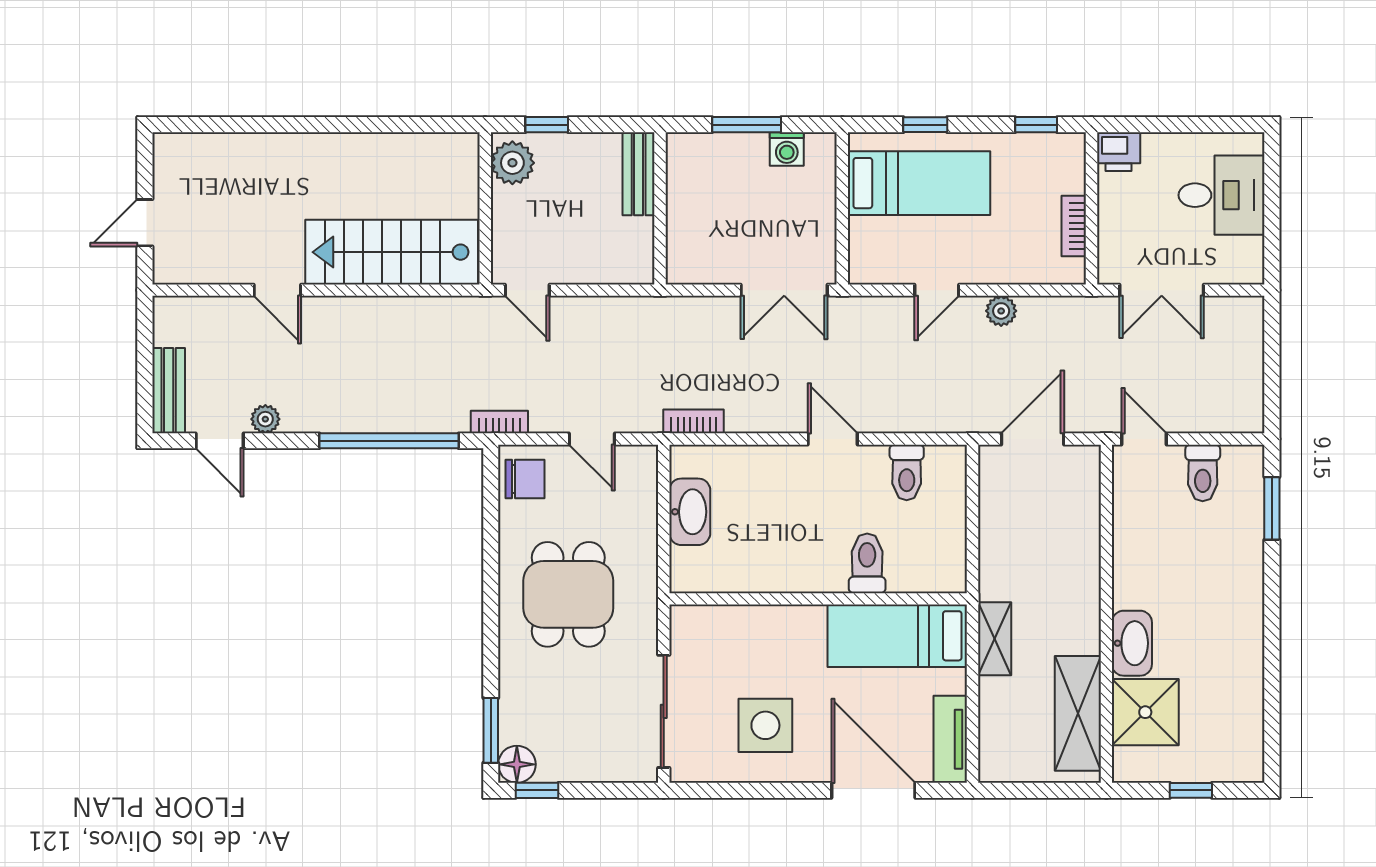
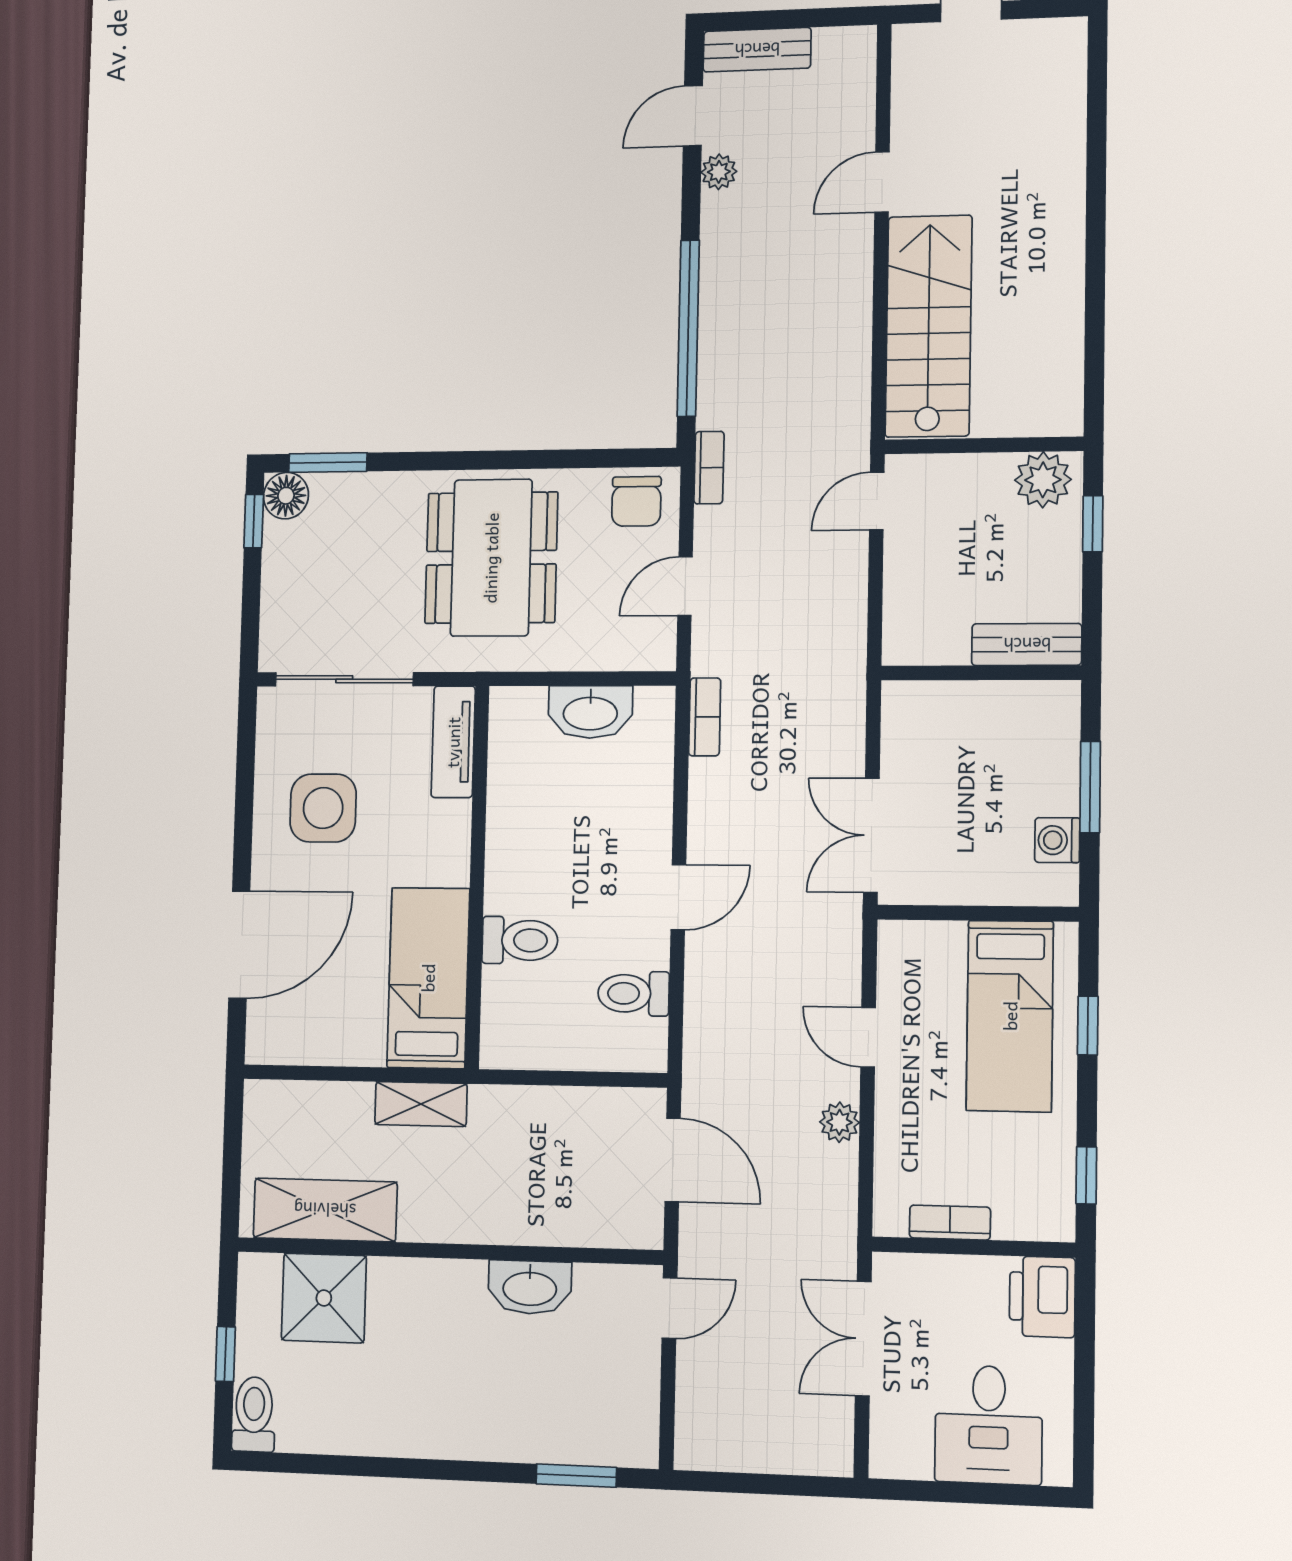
printer: (1119, 152) -> (1042, 1297), width x1.36, depth x1.24
toilet: (1203, 473) -> (254, 1414), moved, turned 90
dining table: (568, 594) -> (491, 558), width x1.37
washbasin: (1132, 643) -> (530, 1287), moved
tv unit: (950, 739) -> (453, 742), moved, turned -90

